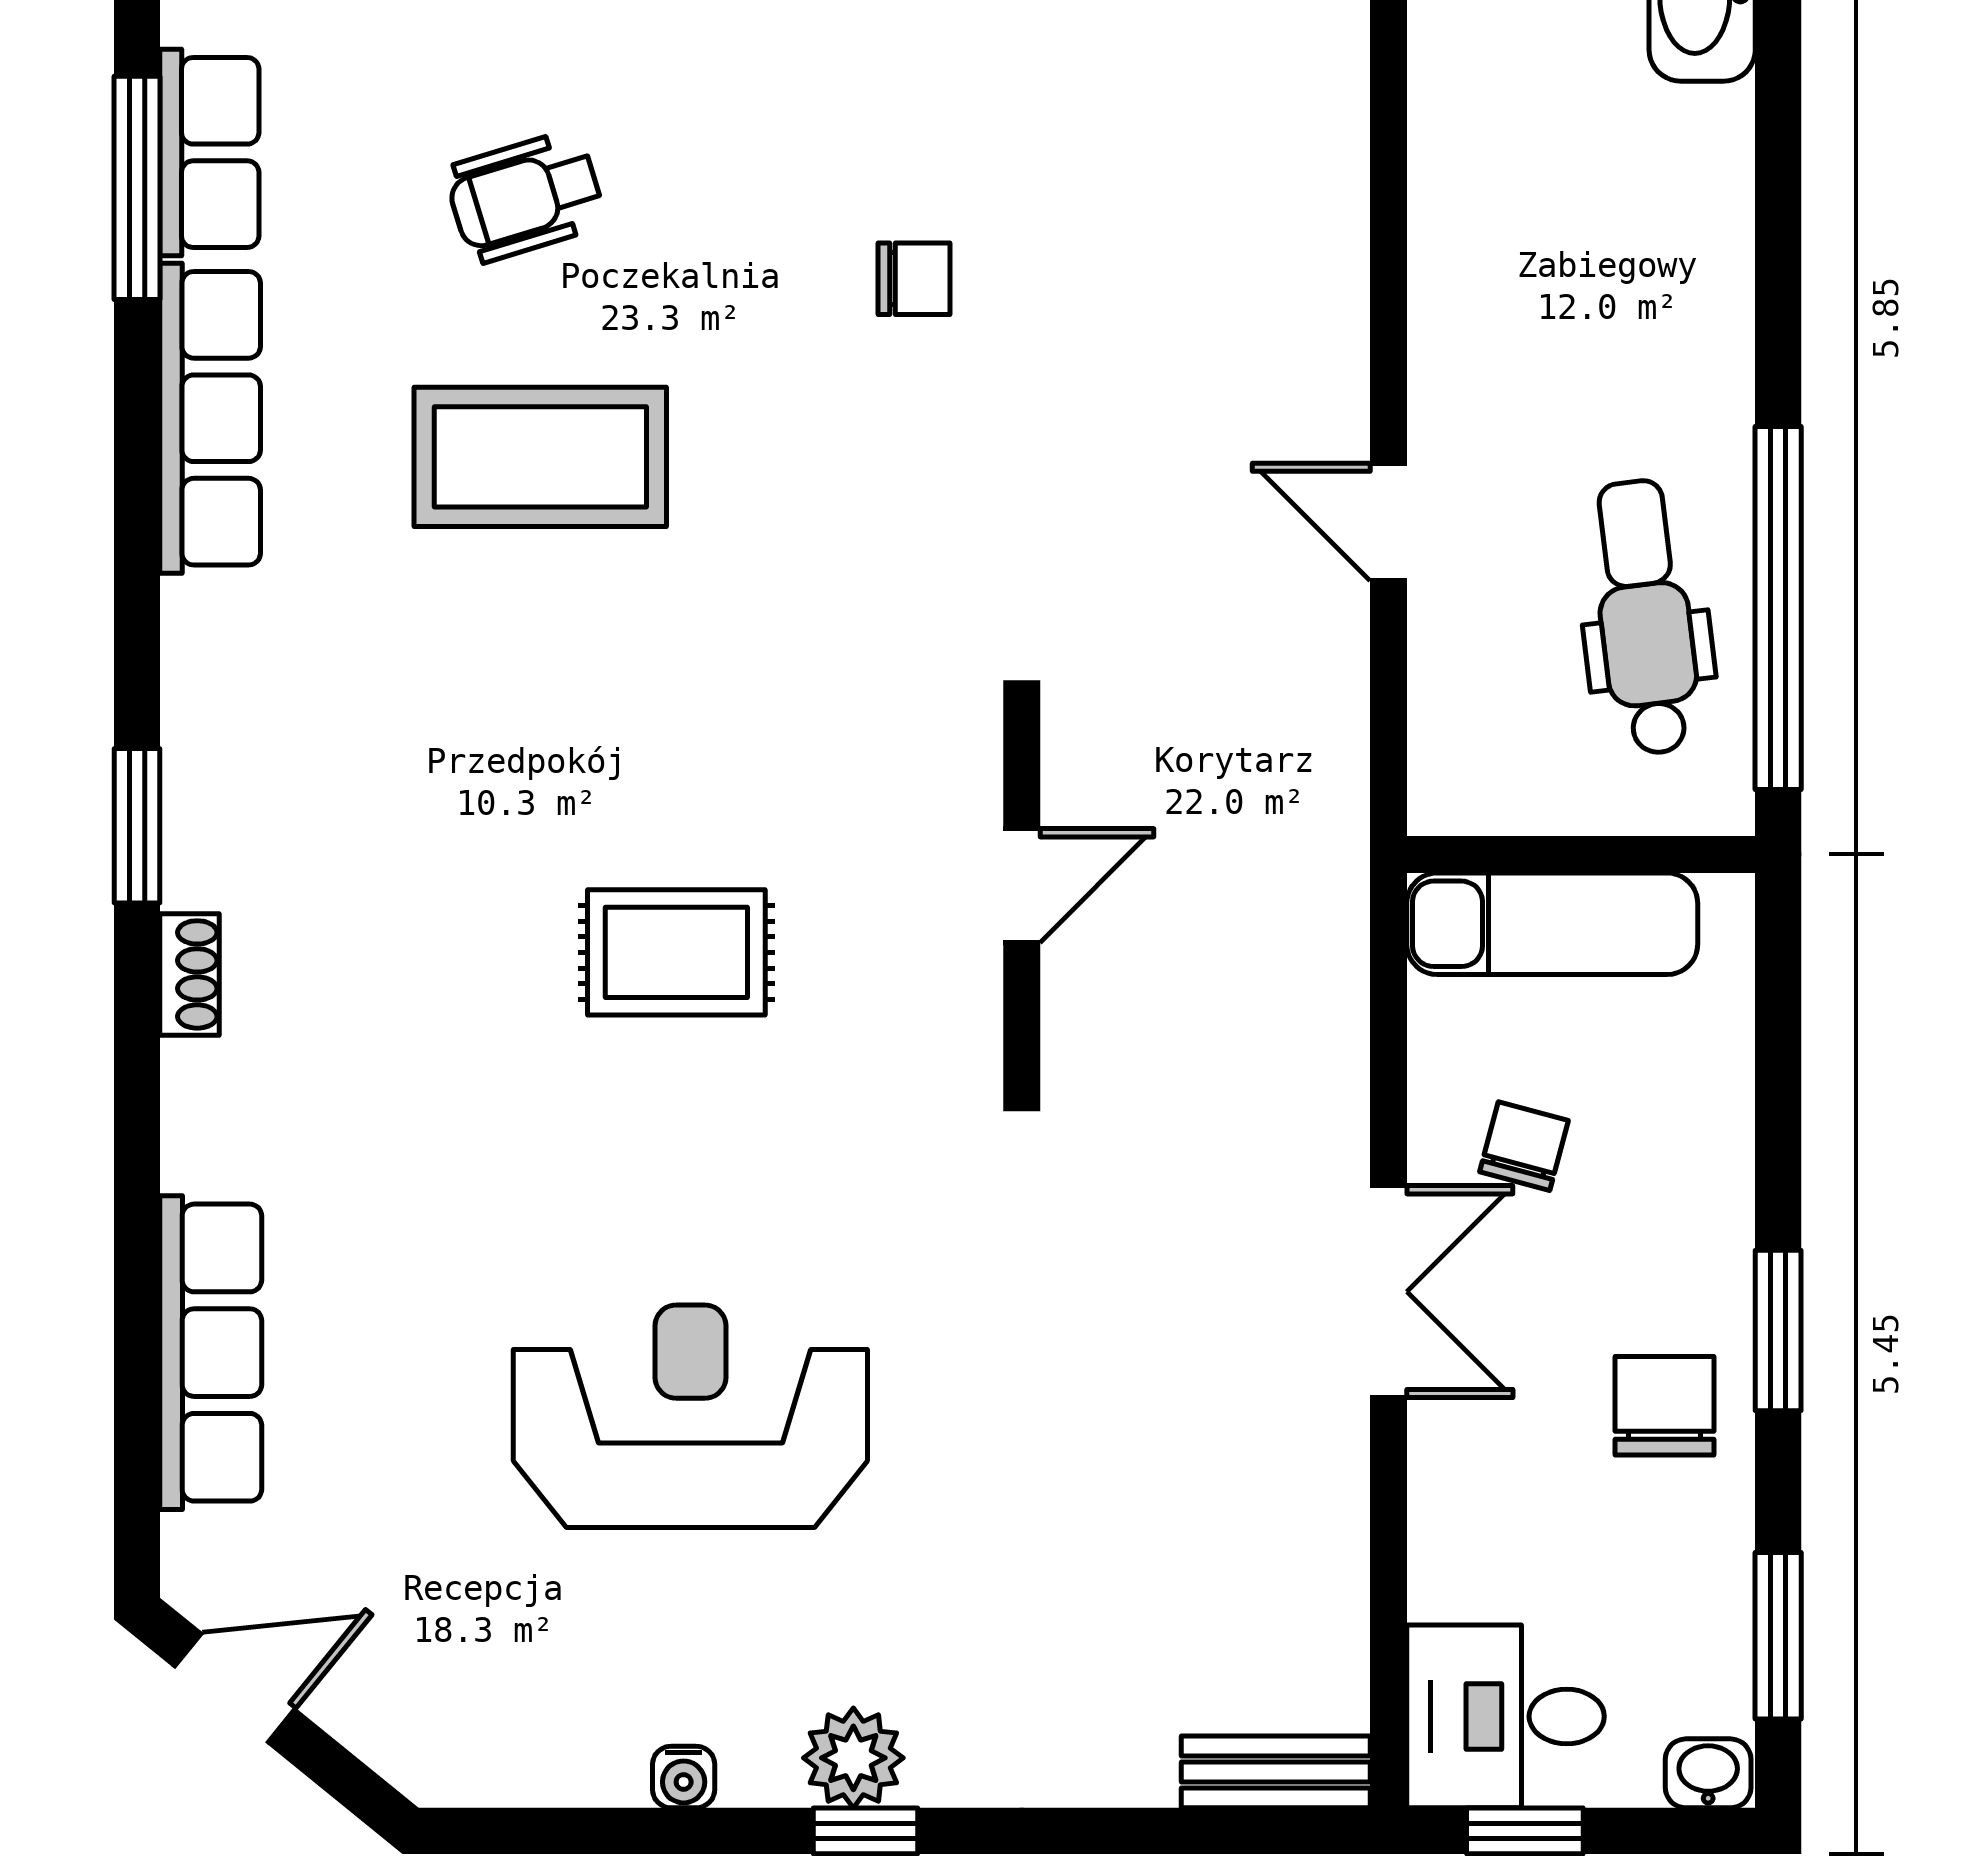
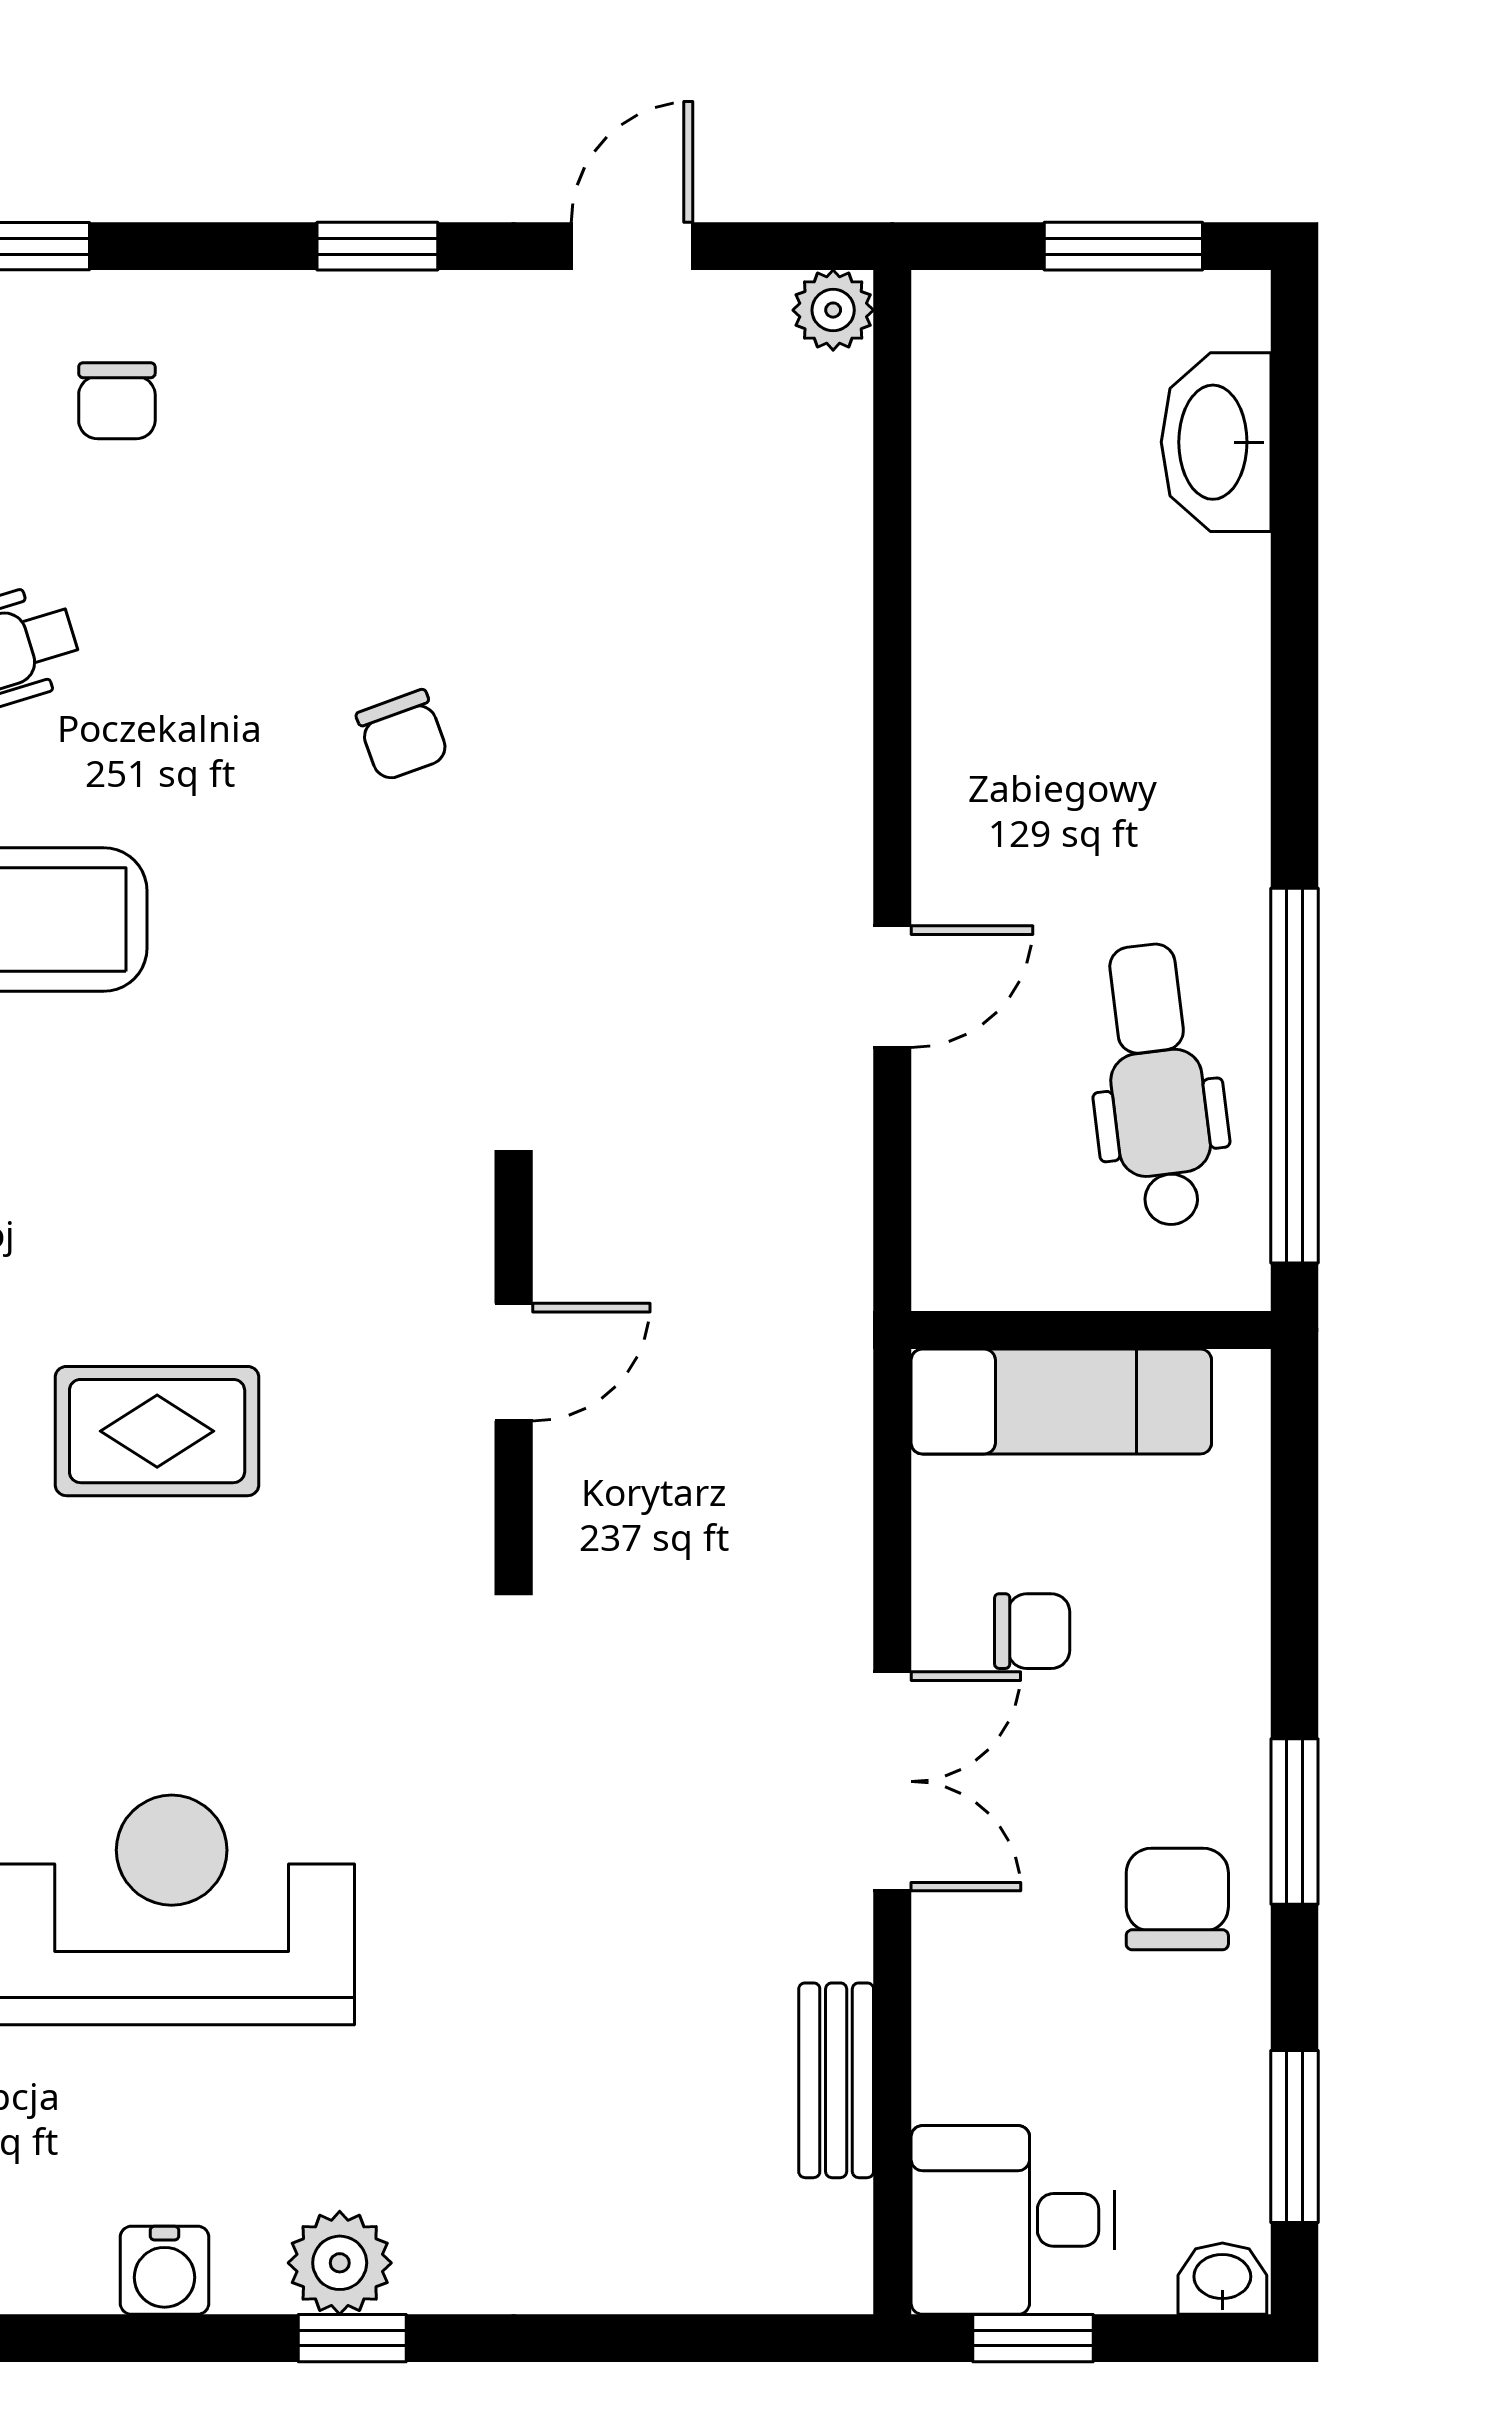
chair: (914, 279) -> (402, 735), turned 70
door: (1388, 522) -> (892, 987), swing flipped
chair: (1524, 1146) -> (1032, 1631), turned 75
bench: (1276, 1772) -> (836, 2080), moved, turned 90
water cooler: (684, 1777) -> (165, 2270), width x1.38, depth x1.38

